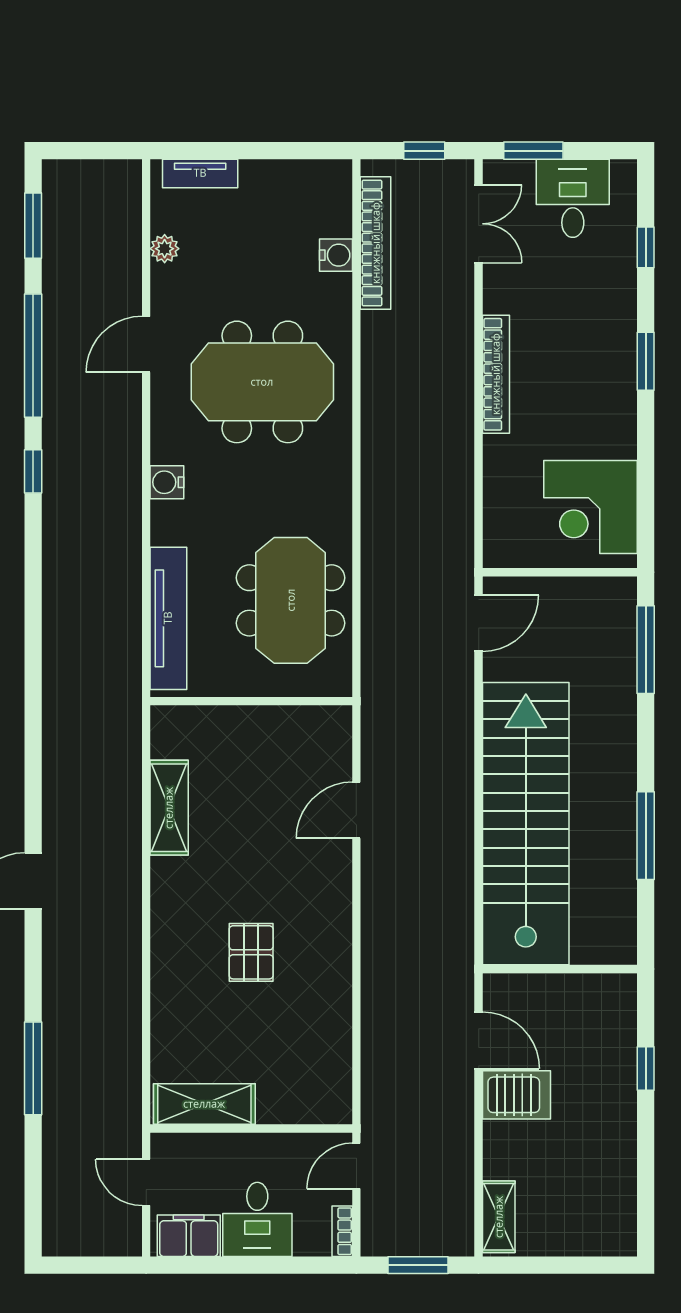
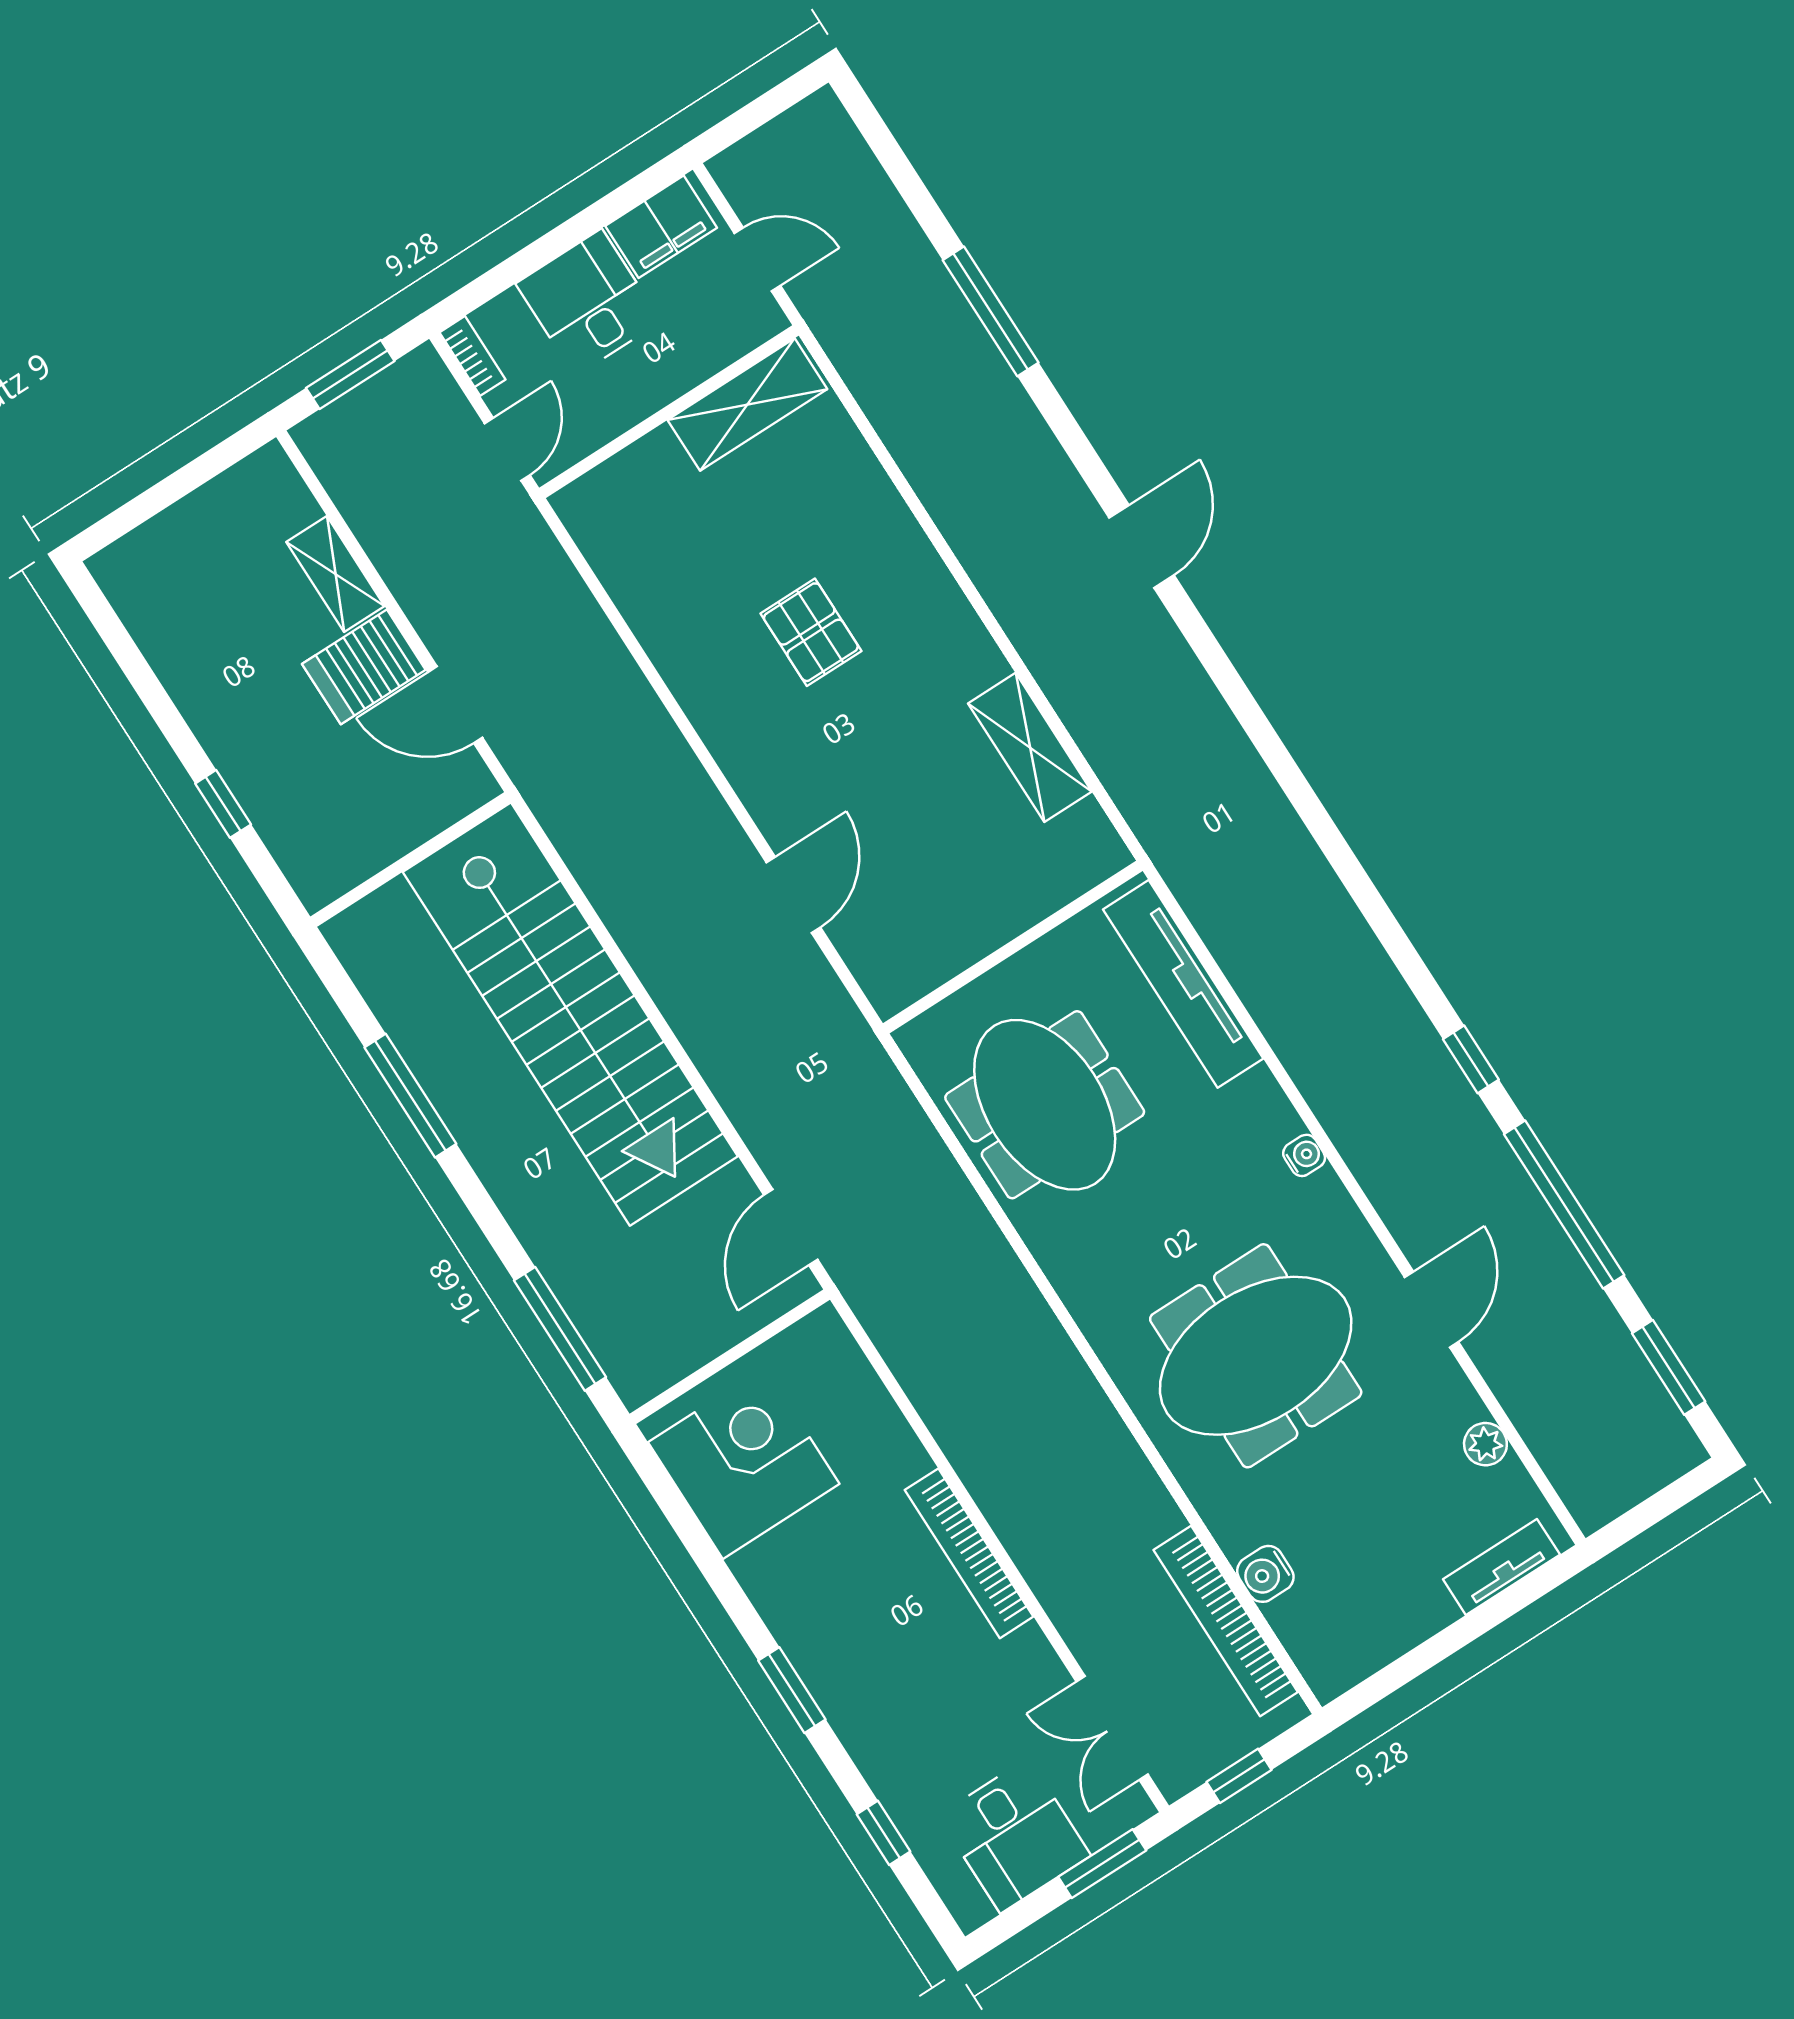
water cooler: (167, 482) -> (1304, 1155), width x0.72, depth x0.72
shelving: (499, 1217) -> (335, 574), moved

